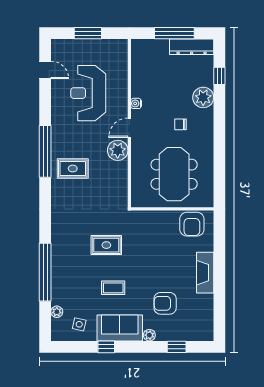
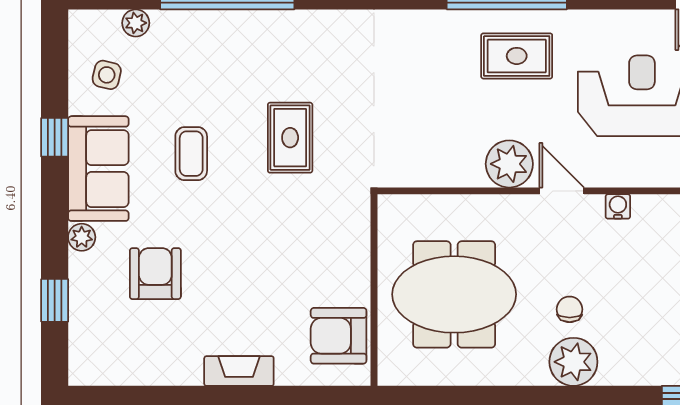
plant: (203, 97) -> (573, 362), moved
rug: (73, 169) -> (517, 56), moved, turned 90
fireplace: (205, 273) -> (239, 371), width x0.73, depth x0.76

